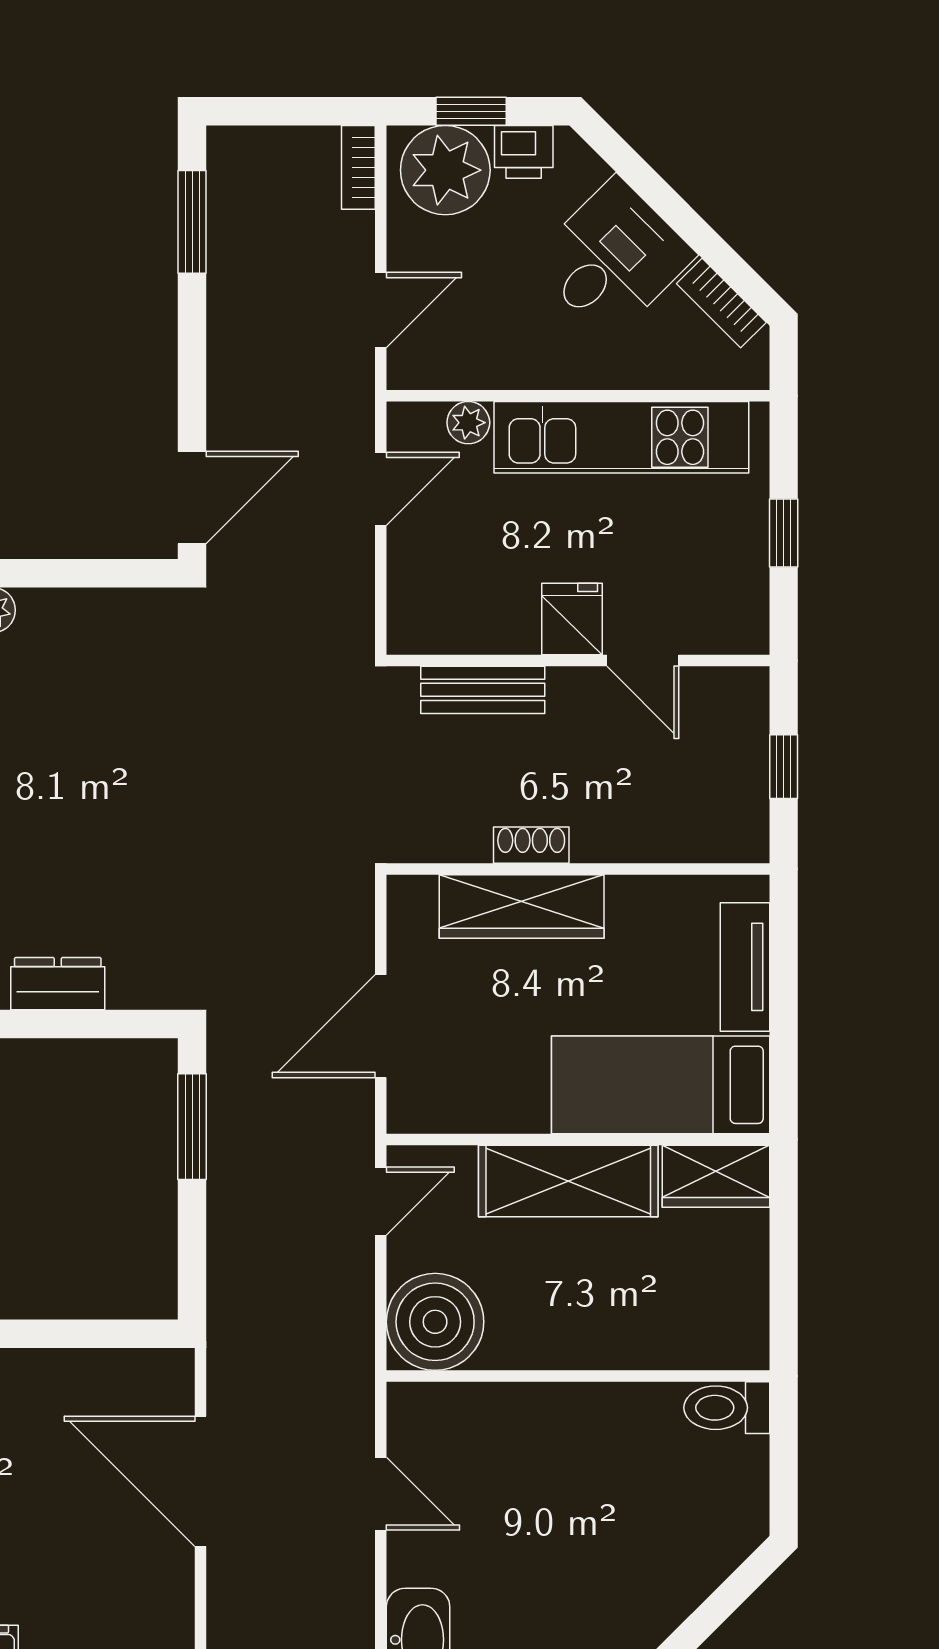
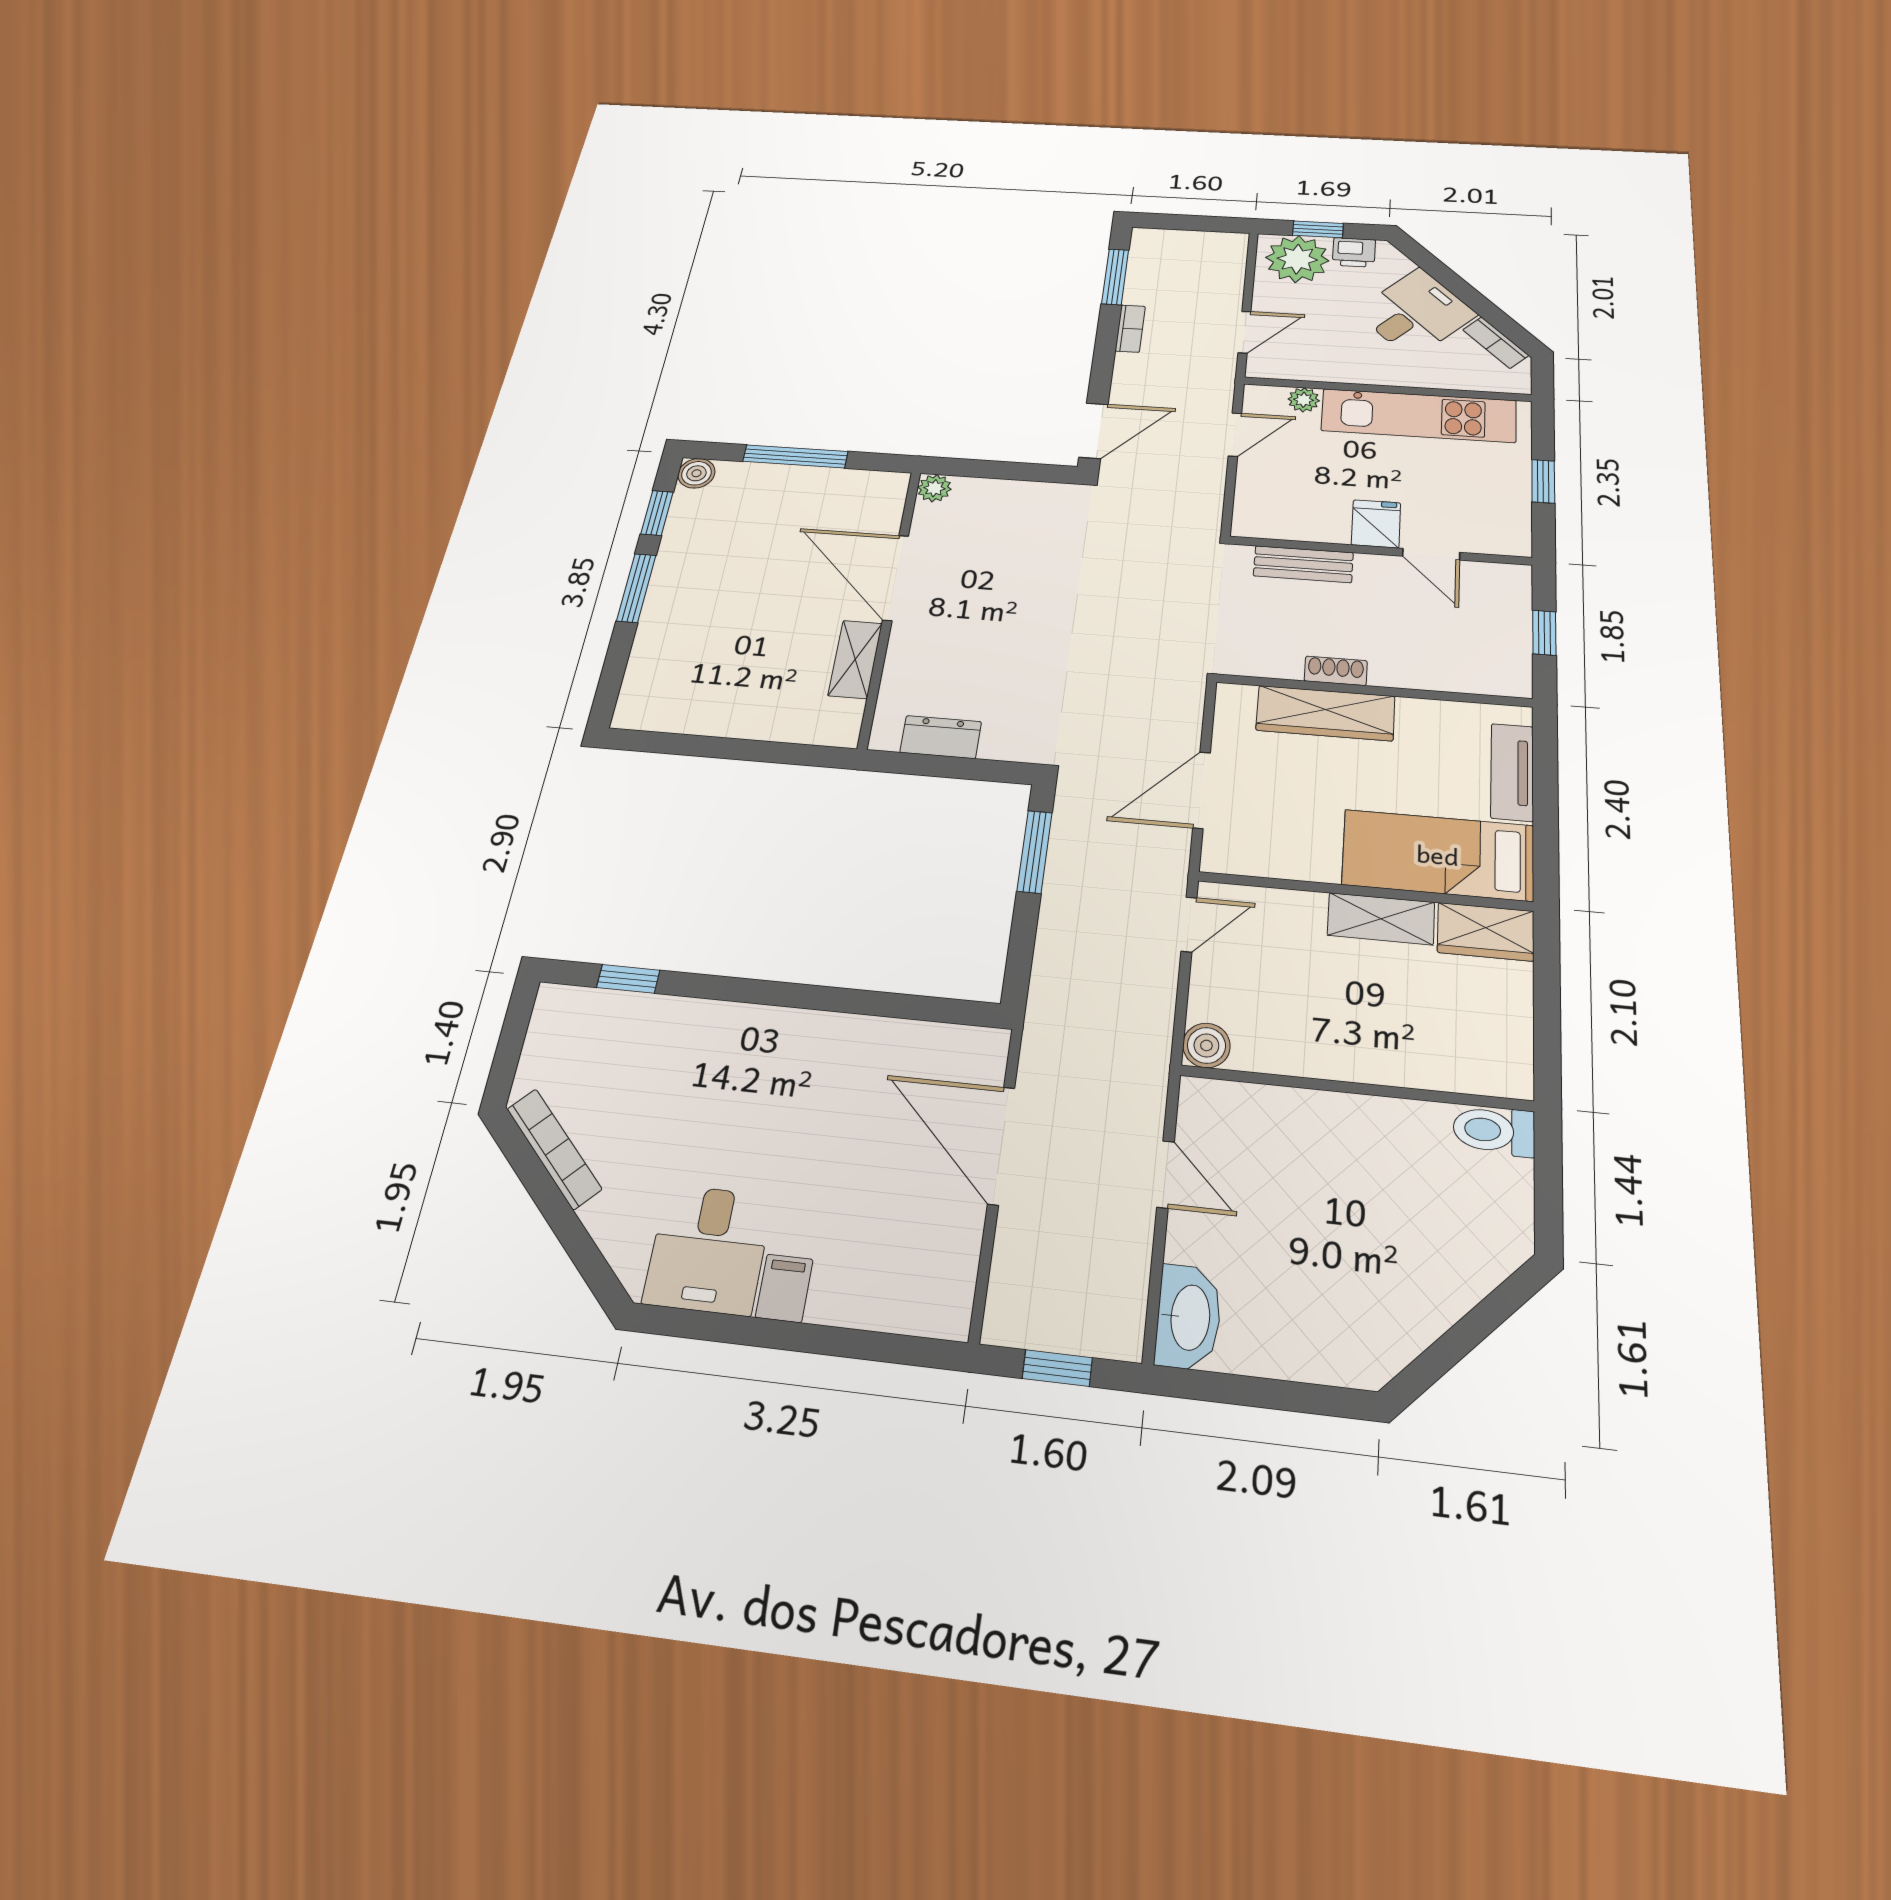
bookcase: (358, 167) -> (1130, 329), moved, turned 180
shelving: (568, 1181) -> (1381, 919), width x0.67, depth x0.75
boiler: (435, 1322) -> (1206, 1045), width x0.54, depth x0.54

